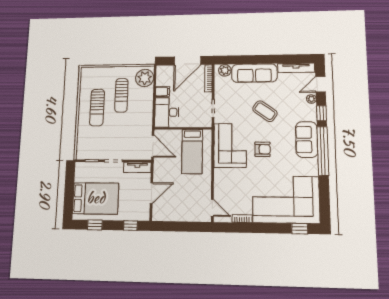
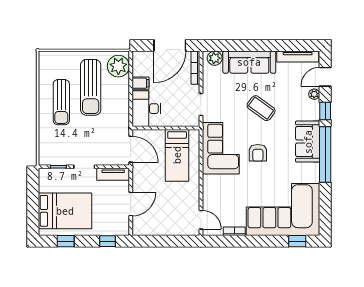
sun lounger: (121, 95) -> (91, 87), width x1.36, depth x1.34
armchair: (263, 149) -> (258, 153), turned 90

